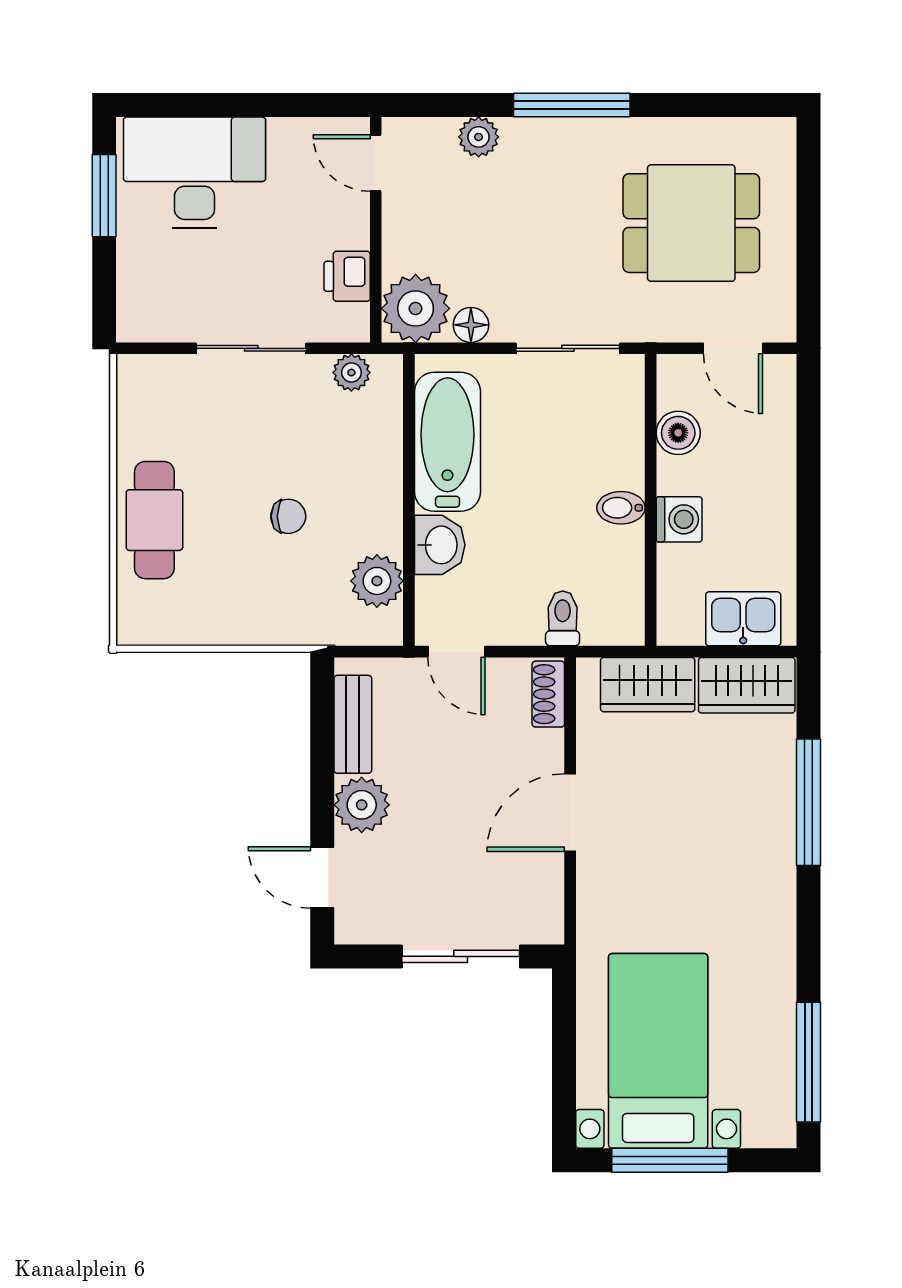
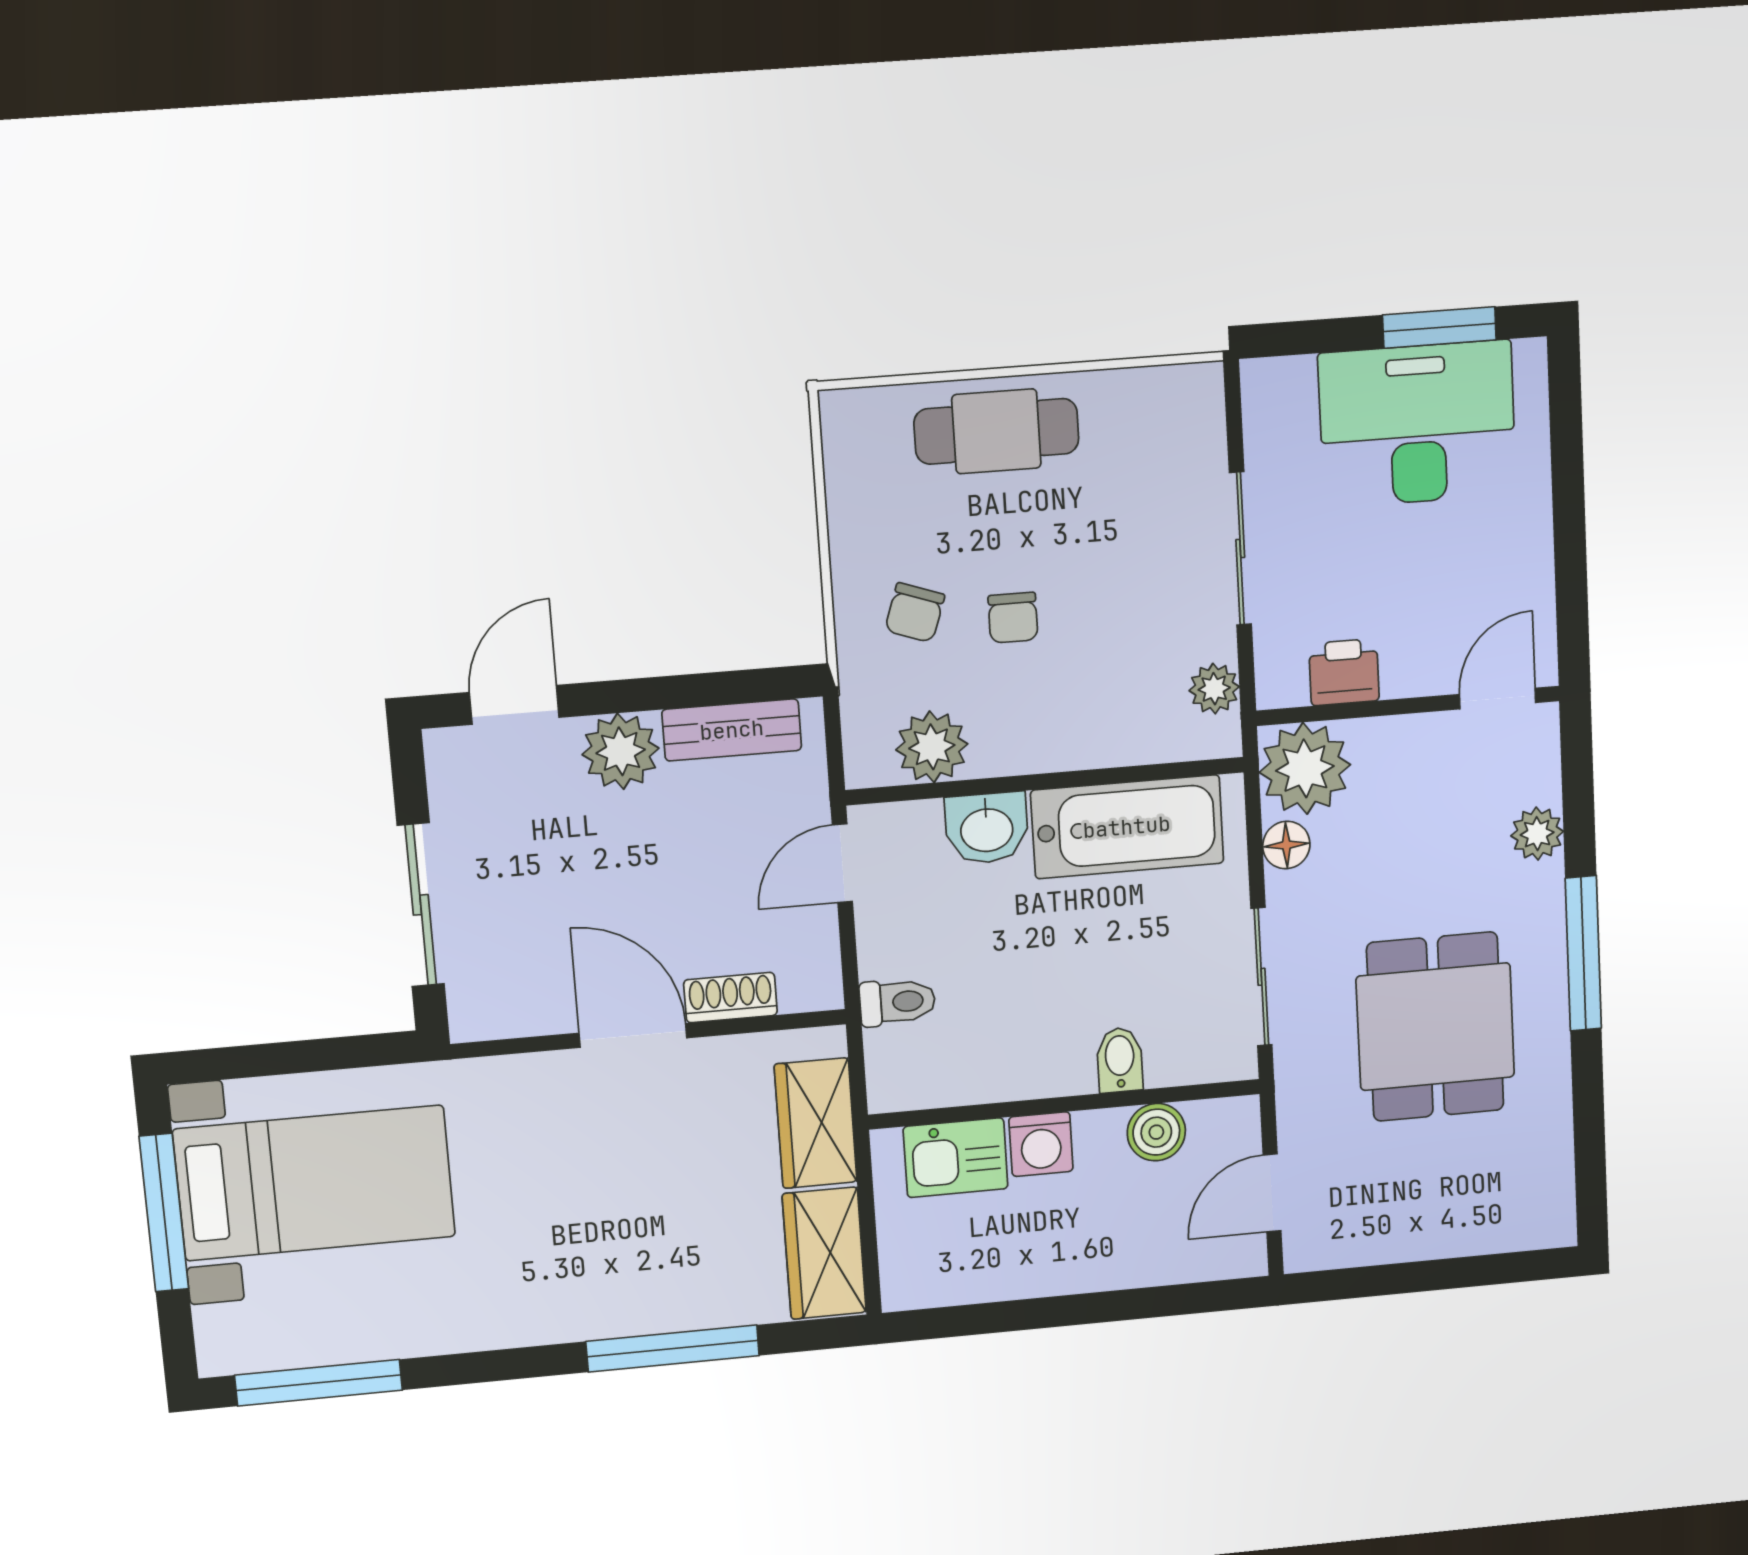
desk: (194, 173) -> (1417, 424), moved, turned -90
dining table: (691, 223) -> (1435, 1027), moved
bidet: (621, 508) -> (1120, 1060), moved
chair: (279, 587) -> (915, 613), added
kitchen sink: (743, 619) -> (956, 1158), moved, turned 90
shoe rack: (548, 694) -> (730, 998), moved

